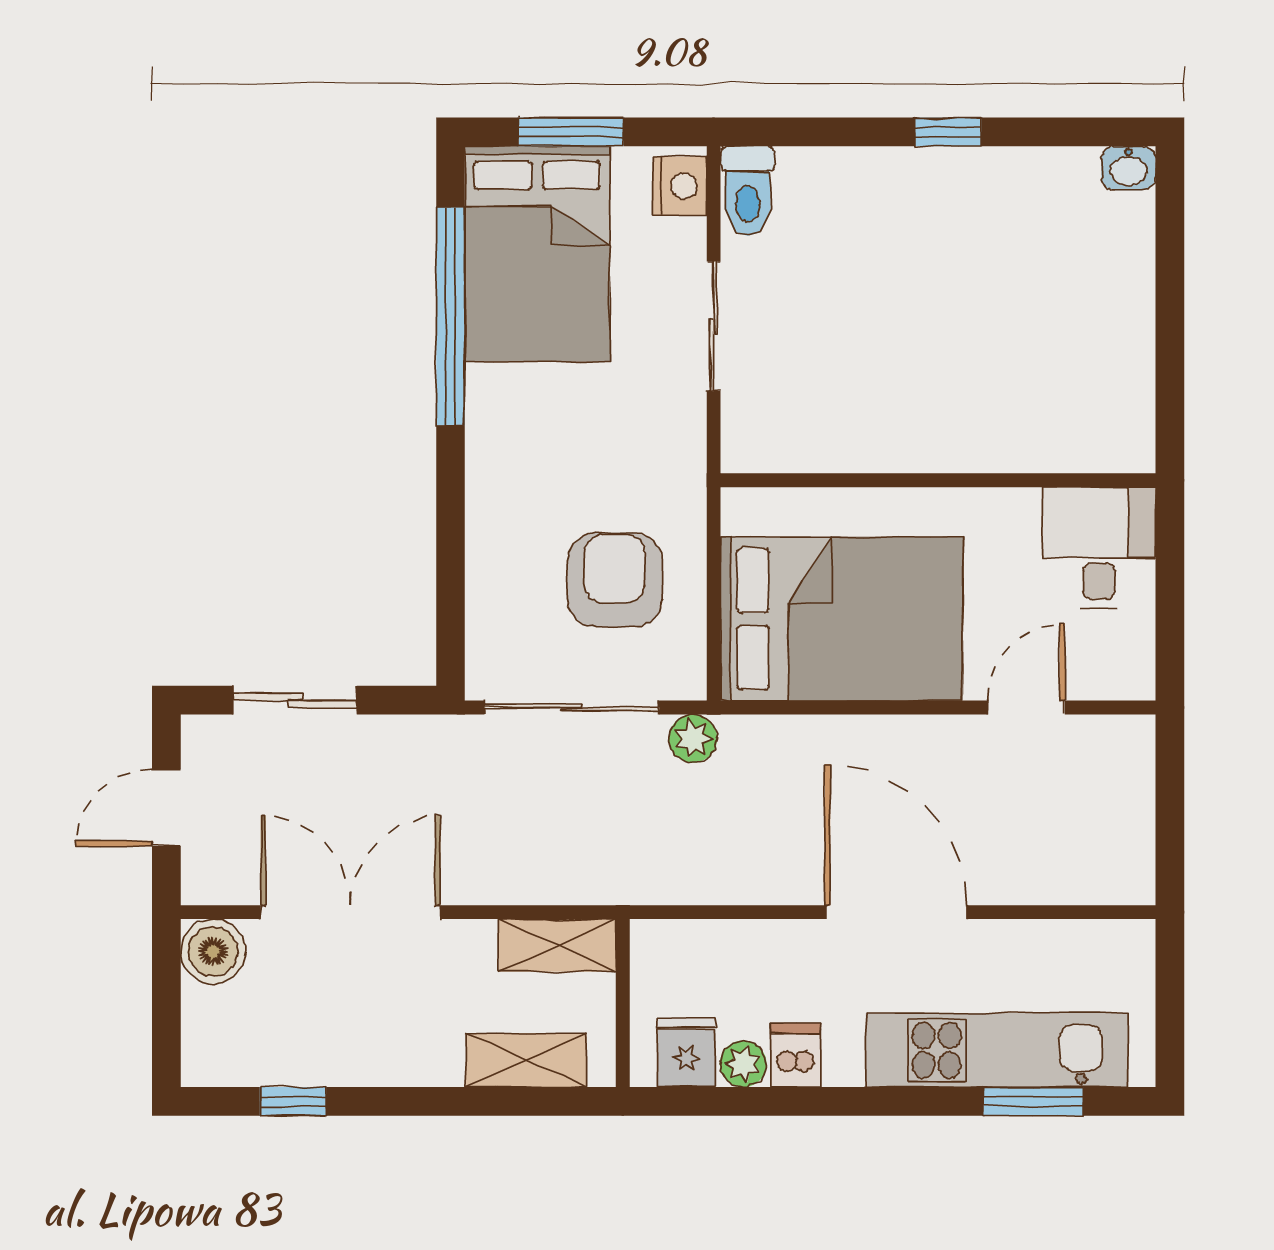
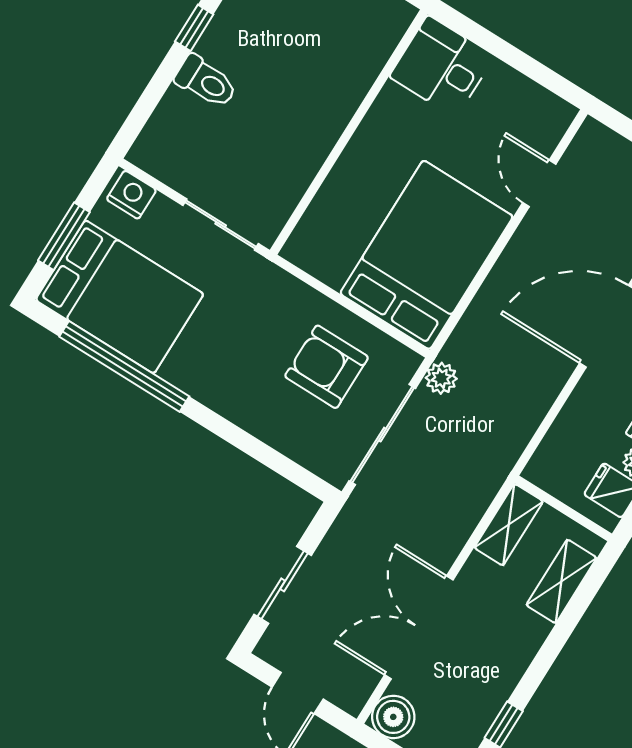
toilet: (748, 191) -> (206, 82), moved
wall: (938, 480) -> (349, 132), moved
desk: (1099, 548) -> (442, 67), moved

